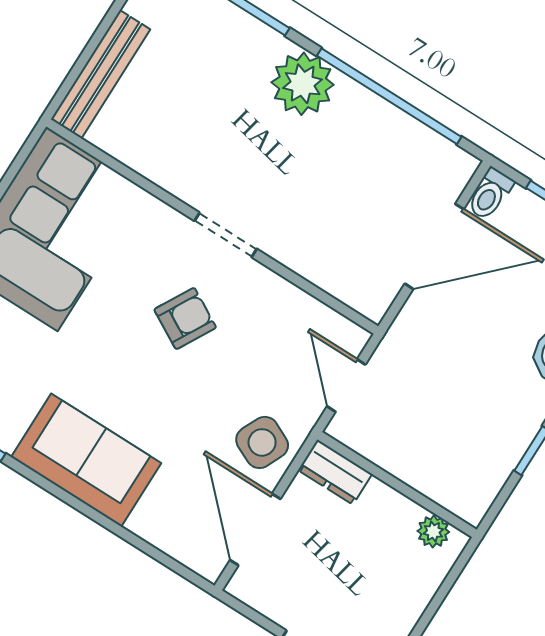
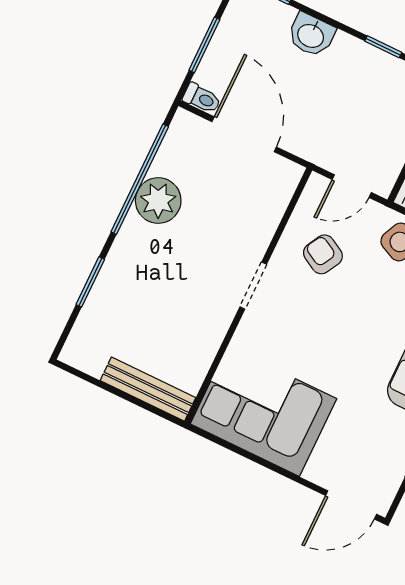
plant: (303, 84) -> (158, 201), moved
armchair: (185, 318) -> (323, 254), moved

